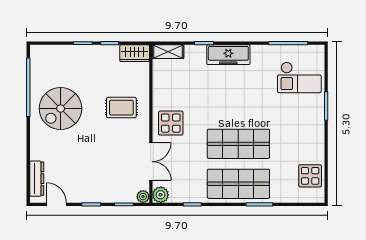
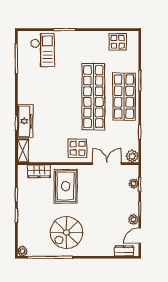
plant: (36, 51) -> (23, 251), added
wardrobe: (135, 53) -> (39, 171), moved, turned 90
freezer: (228, 55) -> (25, 121), moved
rug: (121, 108) -> (66, 186), width x1.36, depth x1.43
spiral stairs: (61, 109) -> (66, 233), turned 90
shop shelf: (238, 144) -> (93, 97), width x1.40
dresser: (37, 179) -> (124, 251), width x0.70
plant: (78, 196) -> (133, 219), added
plant: (143, 197) -> (134, 184), moved

